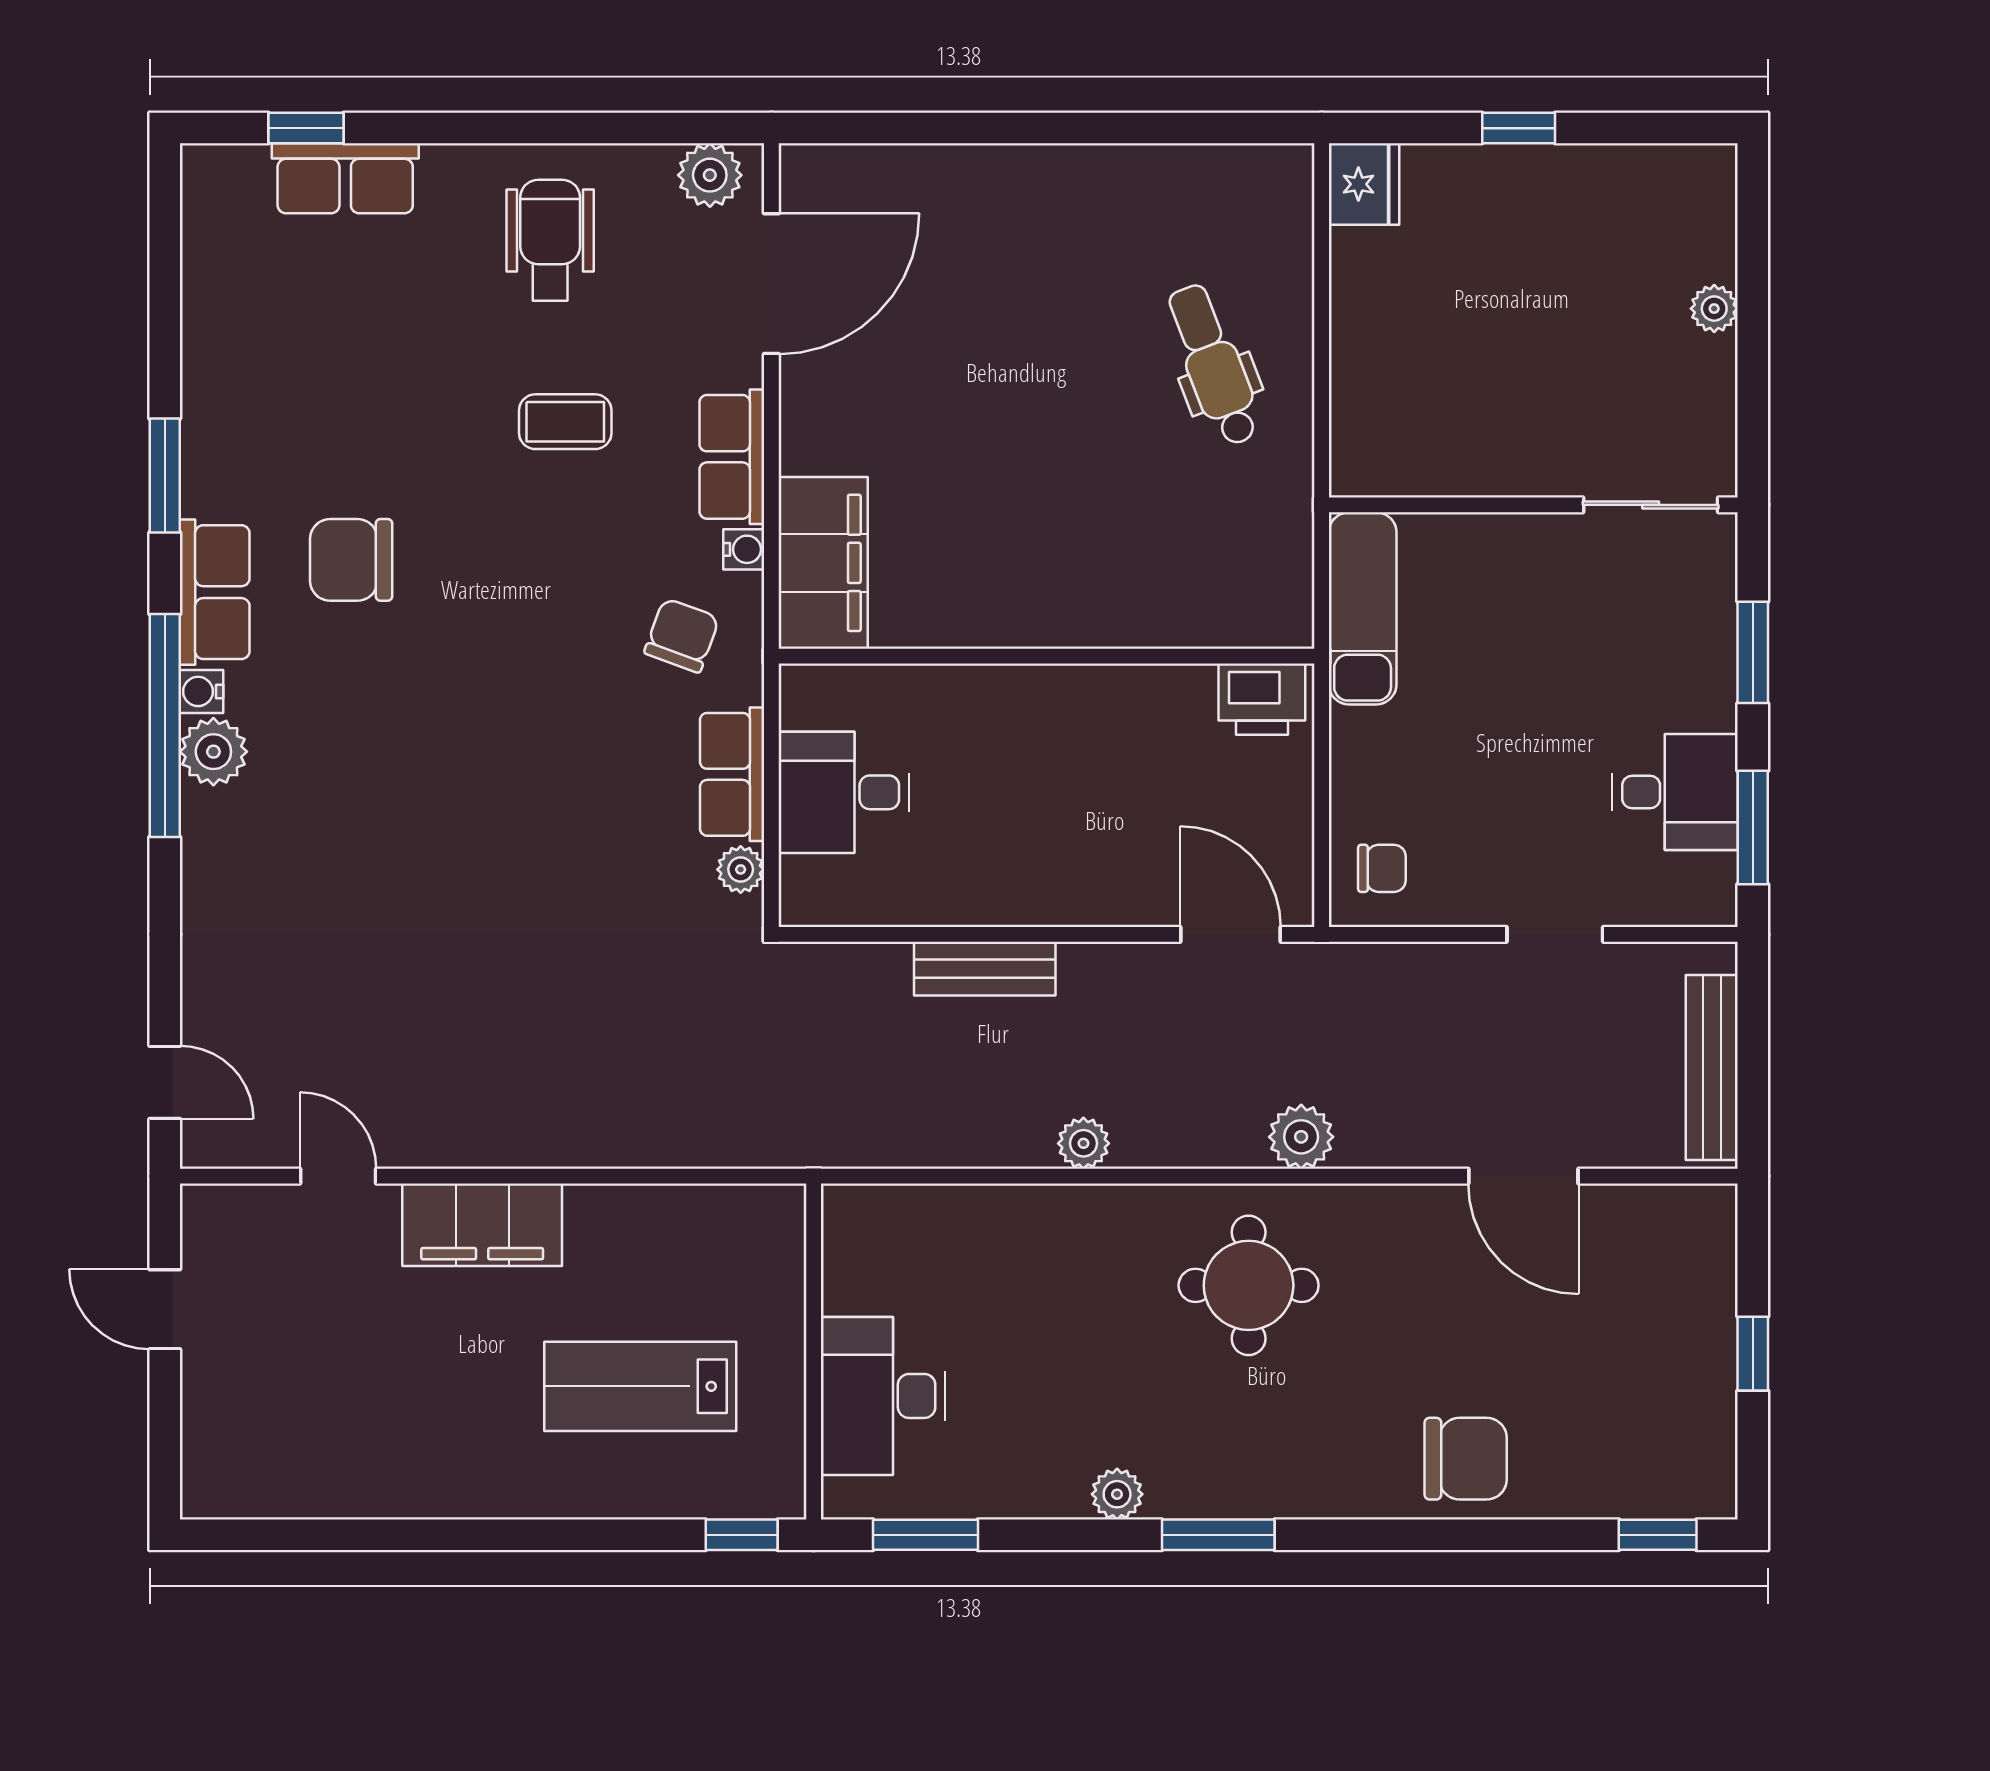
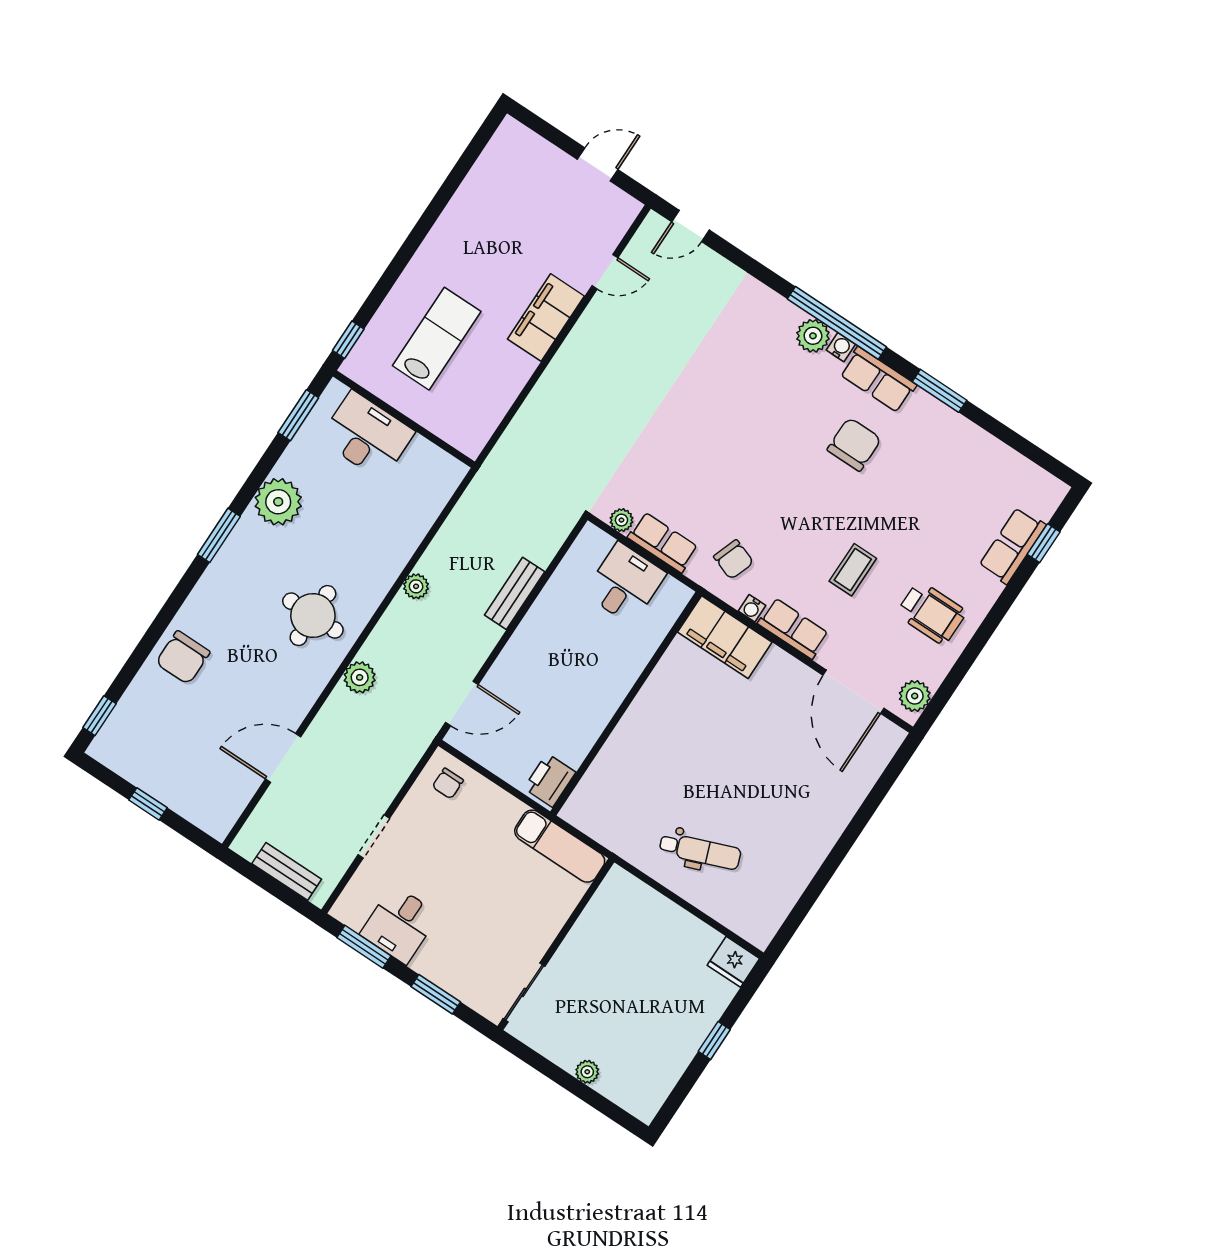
bench: (1712, 1068) -> (287, 871), width x0.73
plant: (1117, 1494) -> (278, 502), width x1.87, depth x1.87

